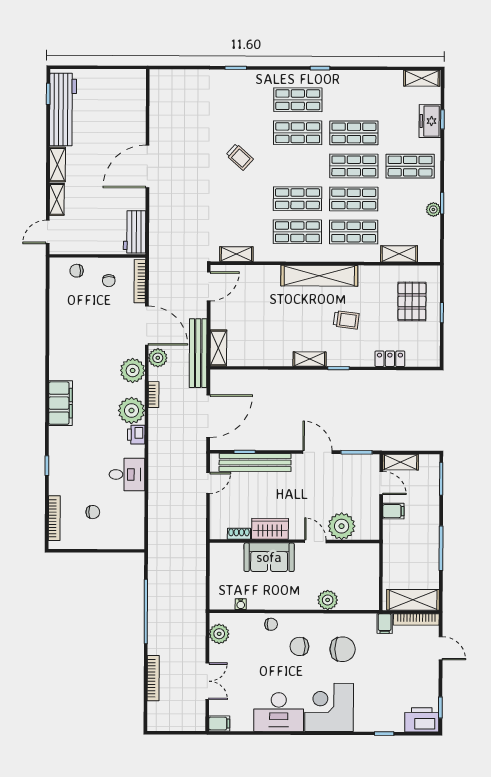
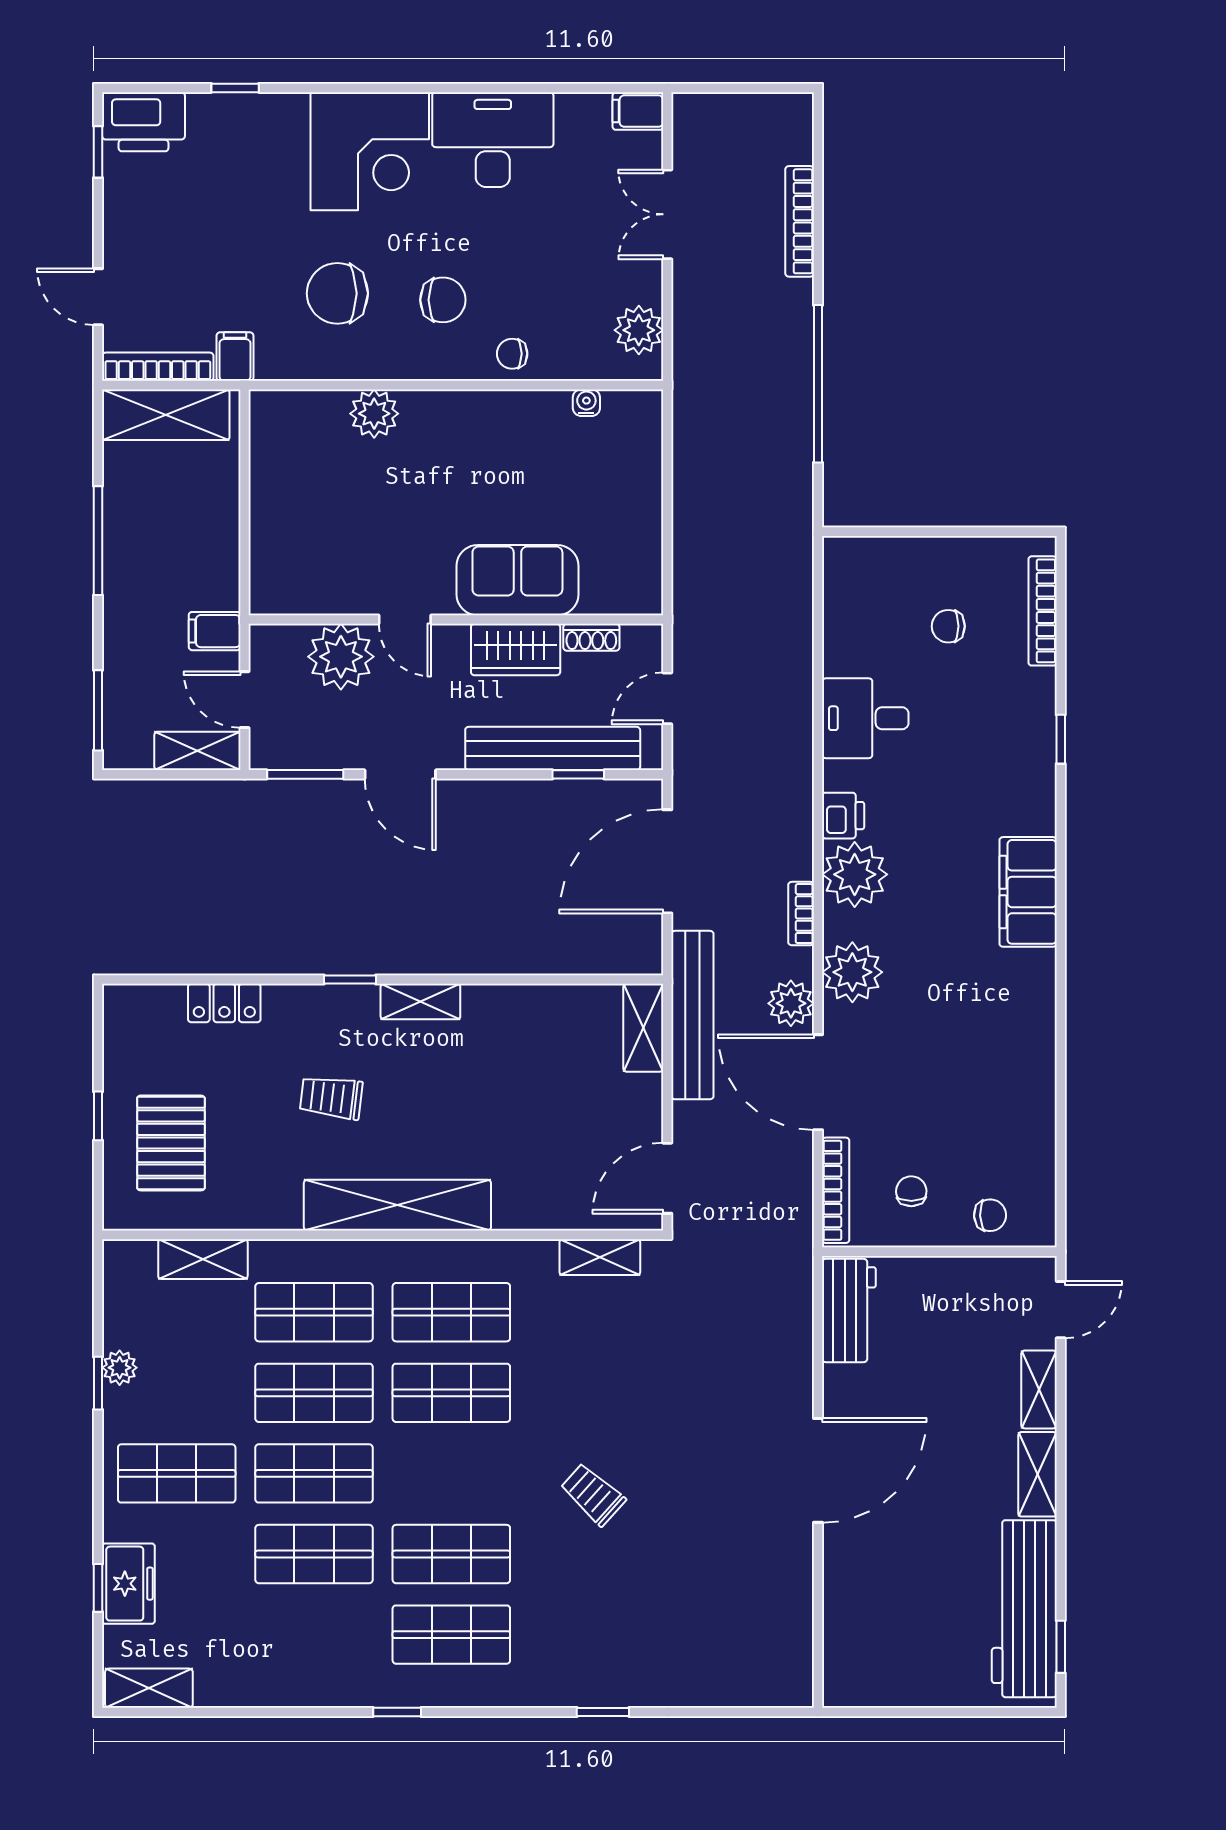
plant: (342, 526) -> (341, 657), moved
wardrobe: (270, 529) -> (516, 650), moved
shoe rack: (239, 534) -> (591, 637), moved
wall: (294, 541) -> (456, 620), moved
door: (315, 541) -> (405, 620), moved
sofa: (269, 557) -> (517, 580), moved

